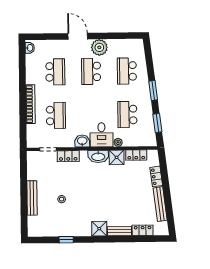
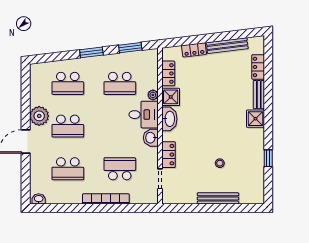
school desk: (55, 72) -> (68, 169), turned 180

